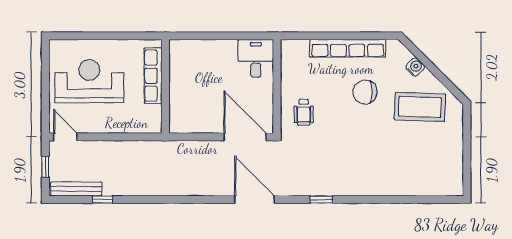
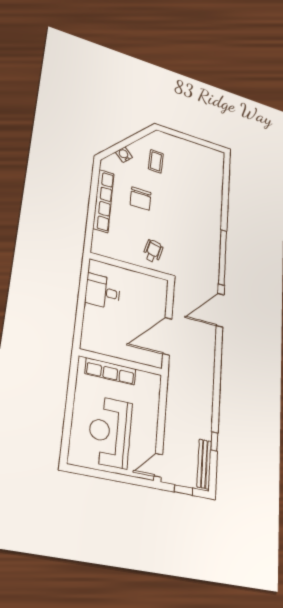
desk: (256, 58) -> (103, 292), moved
coffee table: (420, 107) -> (156, 161), width x0.54, depth x0.58
wheelchair: (304, 112) -> (153, 251), turned -75
door: (245, 137) -> (167, 336), moved
window: (321, 200) -> (223, 257), width x3.17

